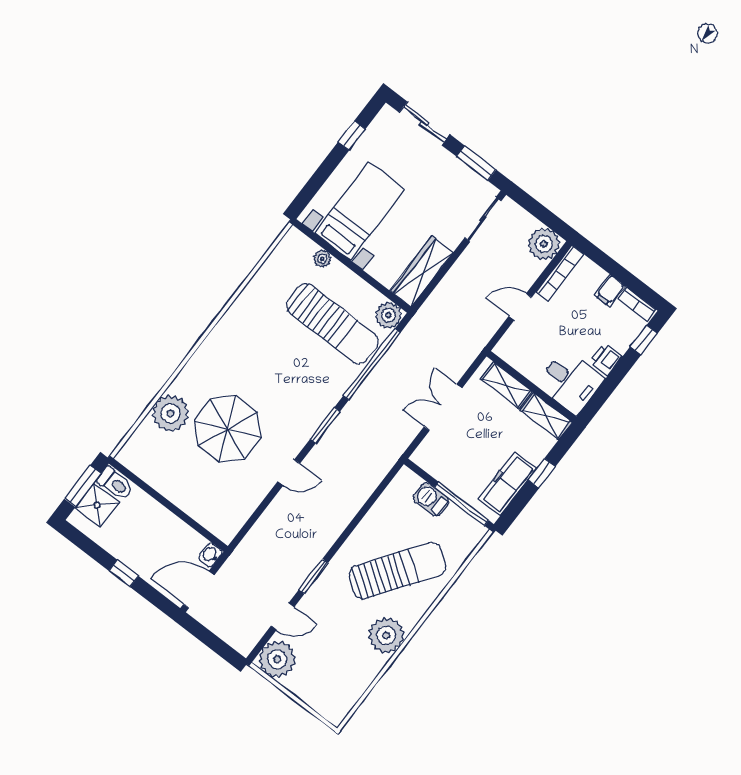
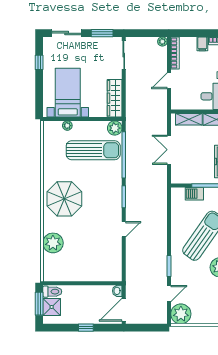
plant: (544, 244) -> (162, 42), width x0.53, depth x0.53
parasol: (228, 429) -> (64, 199), moved

